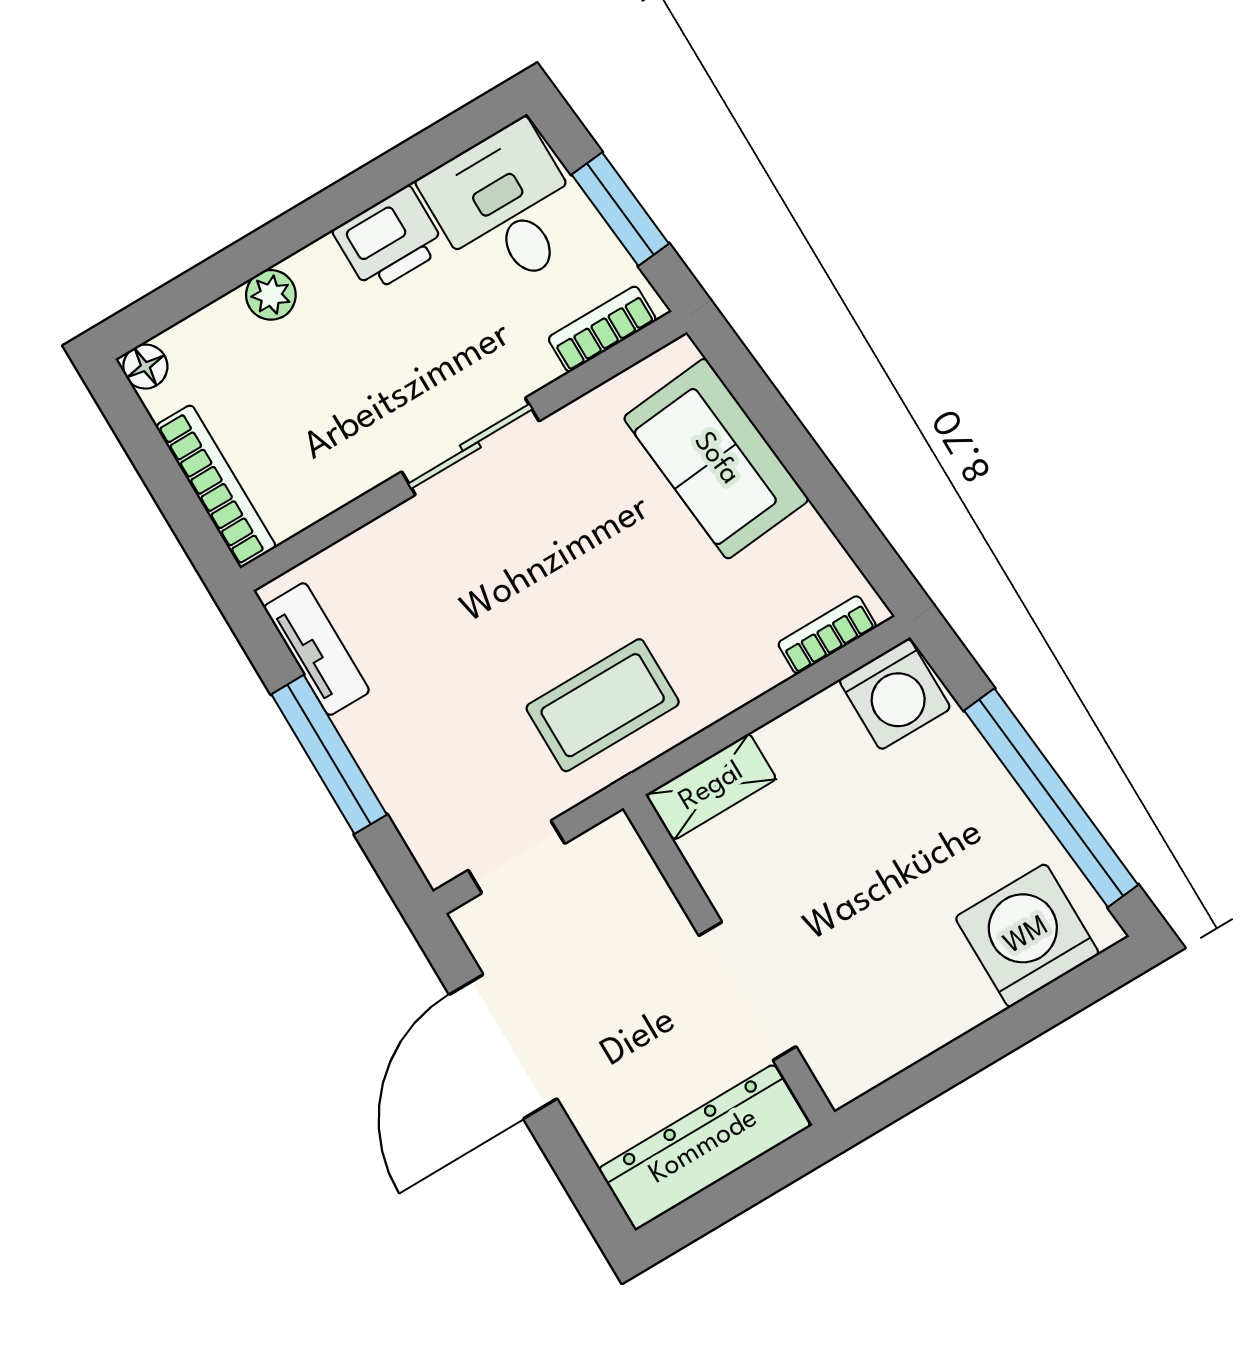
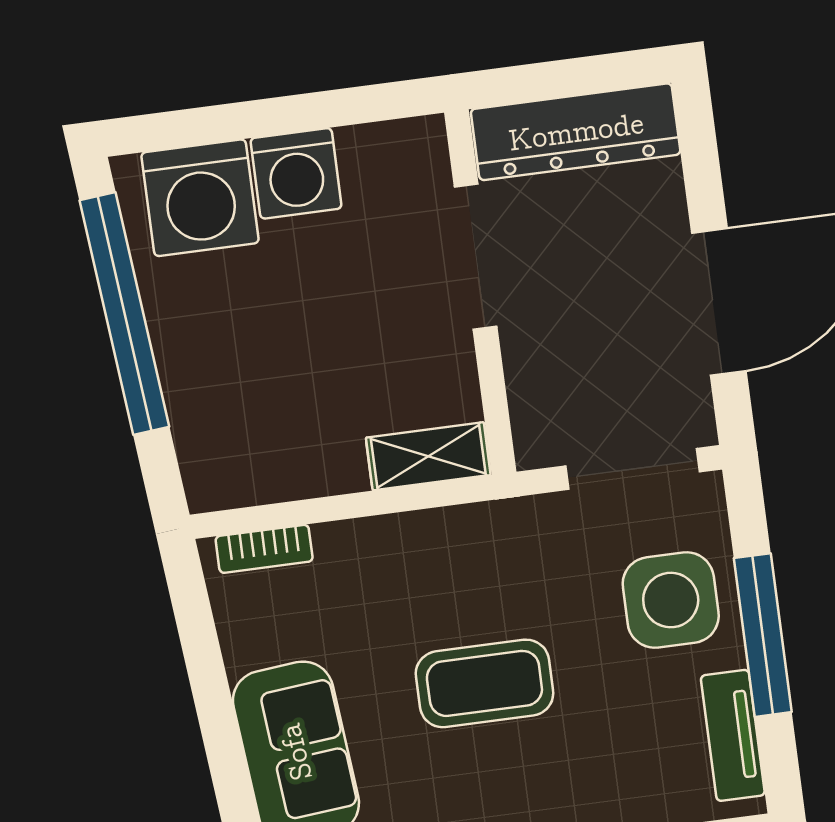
washing machine: (895, 694) -> (296, 173), moved, turned 180
coffee table: (603, 705) -> (484, 683), moved
side table: (429, 750) -> (671, 600), added
doorway: (516, 857) -> (633, 469), width x1.38

